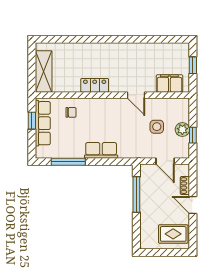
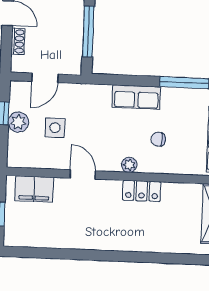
plant: (104, 103) -> (129, 165), added
chair: (71, 112) -> (158, 139), moved
door: (165, 161) -> (45, 78), swing flipped

